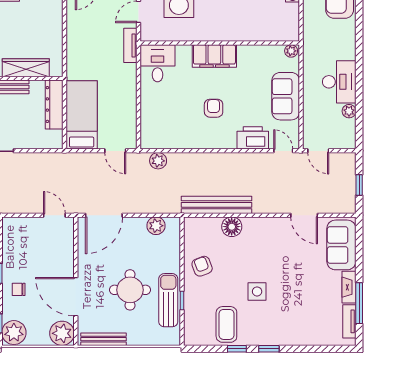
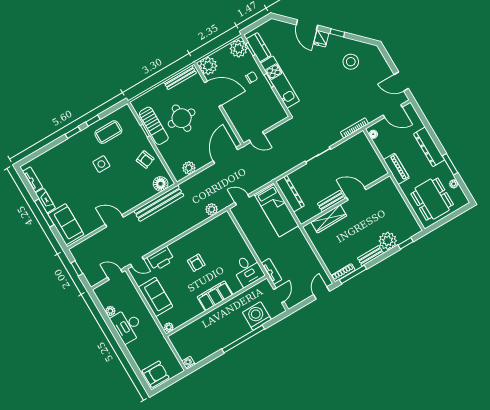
dresser: (54, 105) -> (290, 194), moved
door: (304, 215) -> (114, 221), moved
floor lamp: (232, 227) -> (161, 184), moved
window: (359, 303) -> (44, 213), moved
coffee table: (226, 324) -> (108, 132), turned 90

